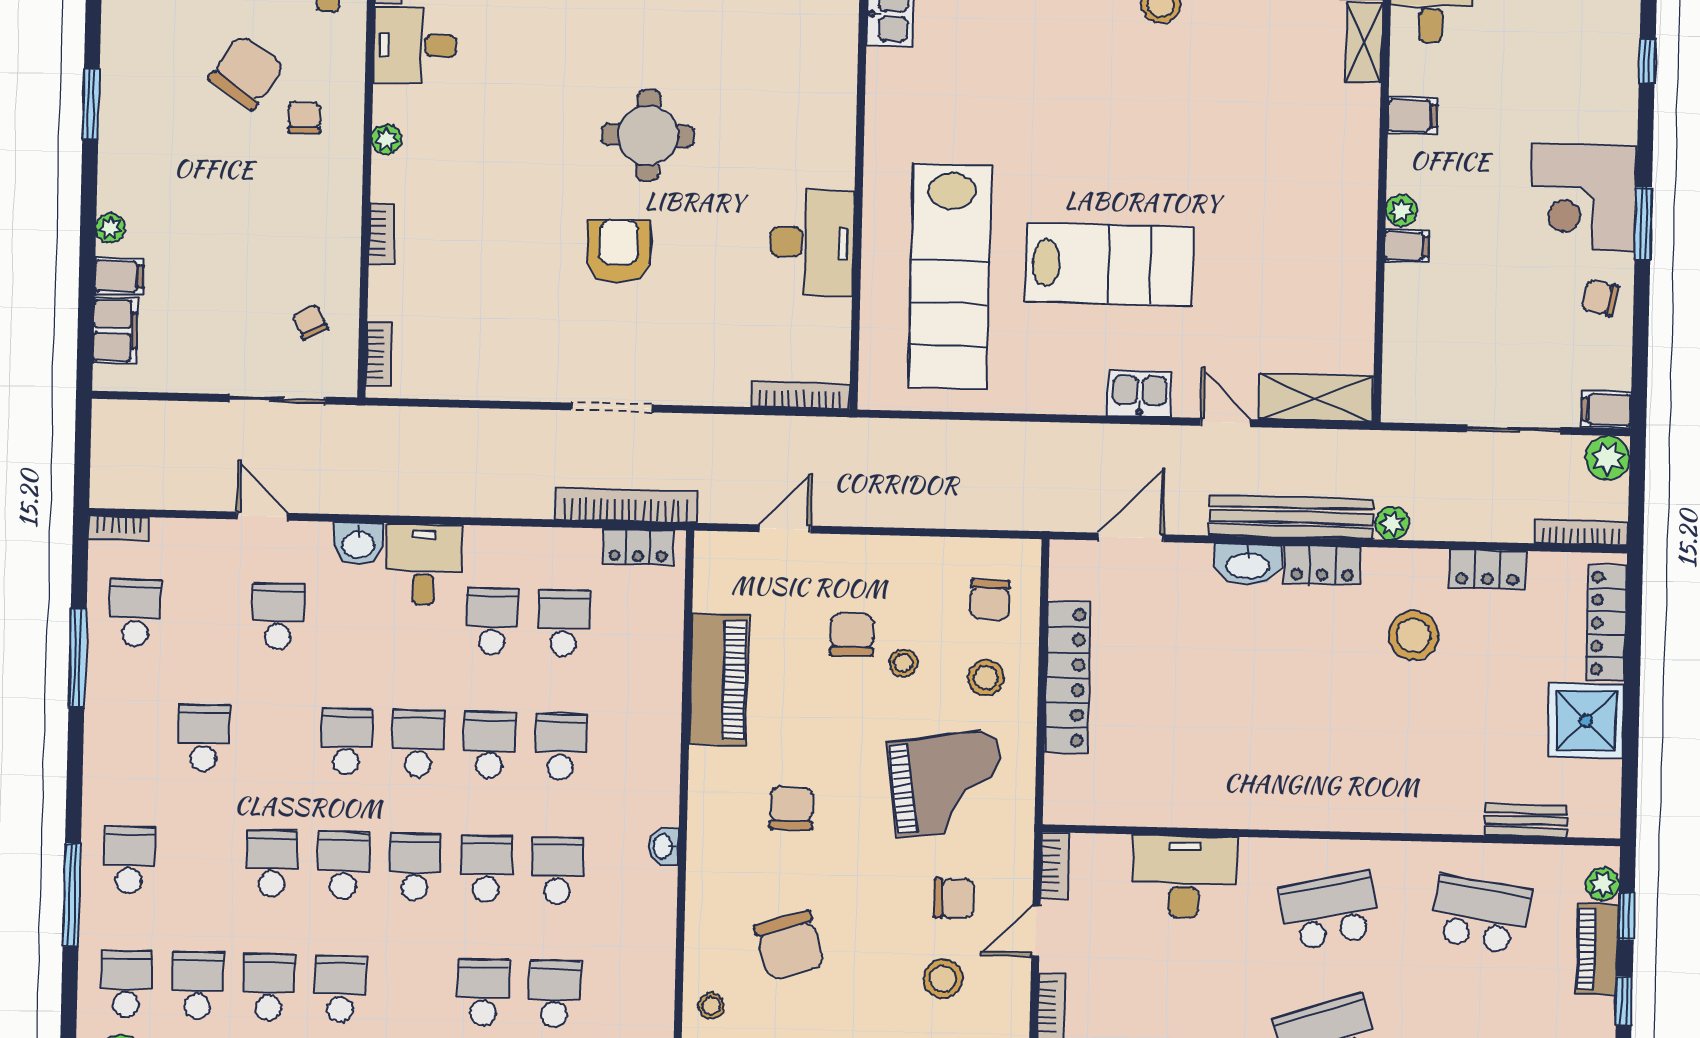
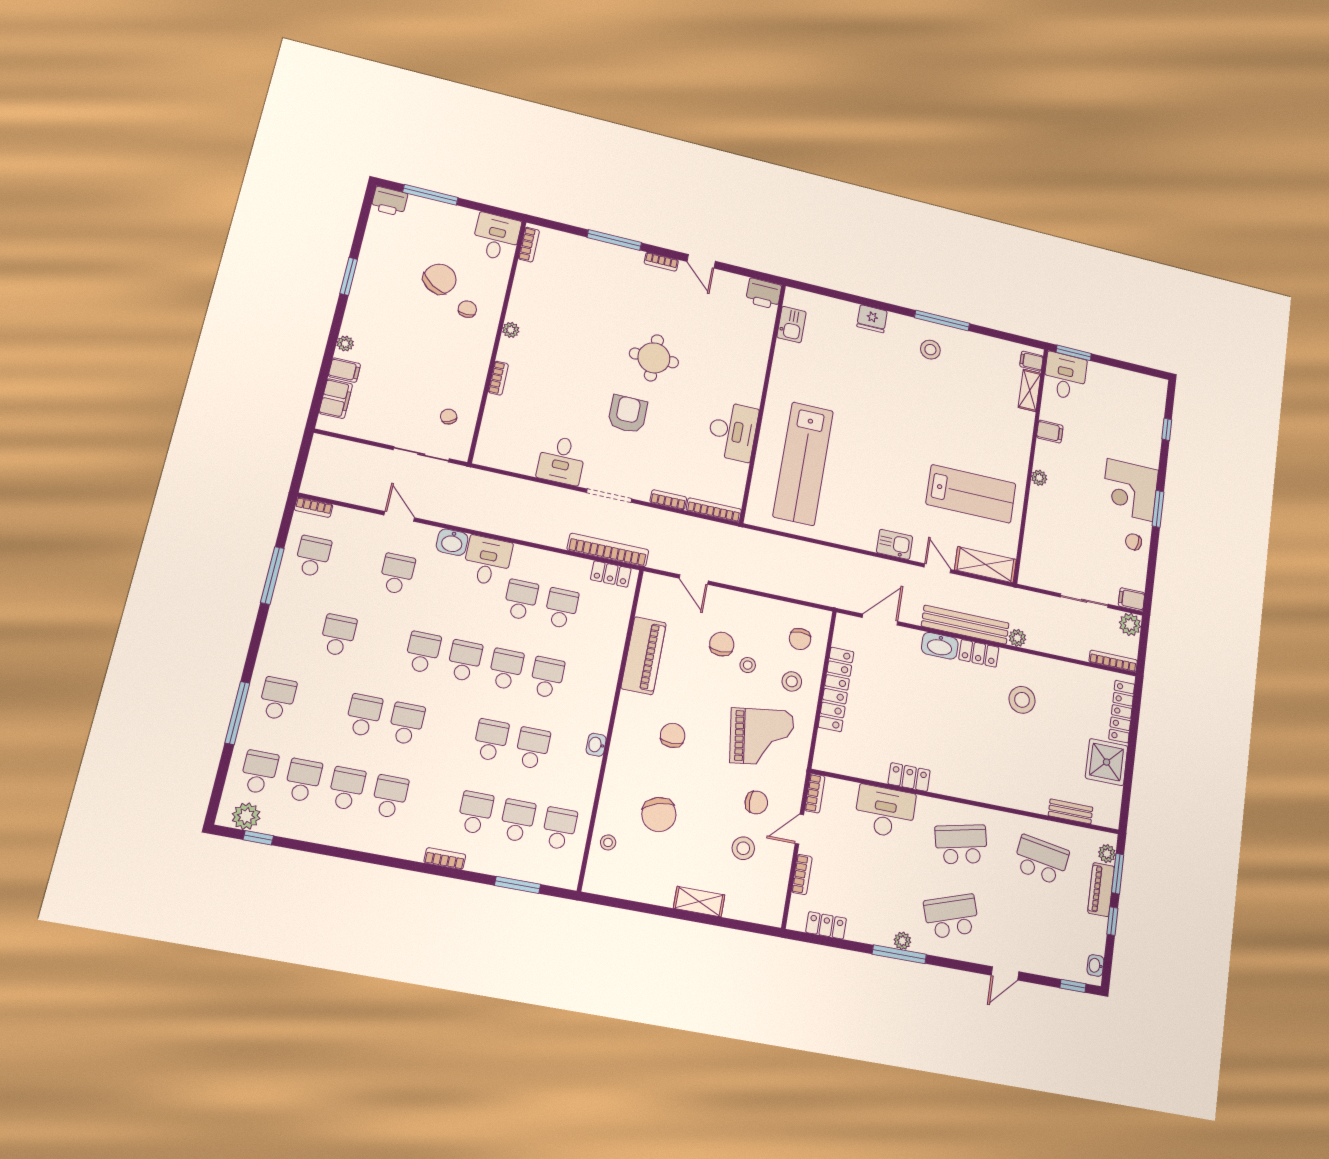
desk: (415, 45) -> (561, 460), moved, turned -90
filing cabinet: (1407, 246) -> (1040, 496), removed
lab bench: (1109, 264) -> (971, 494), moved
bookcase: (379, 354) -> (668, 500), moved, turned -90
door: (785, 529) -> (694, 580), swing flipped
locker: (1487, 569) -> (909, 777), moved, turned 180
school desk: (415, 867) -> (559, 828), moved
window: (1626, 916) -> (1118, 874), width x1.50

